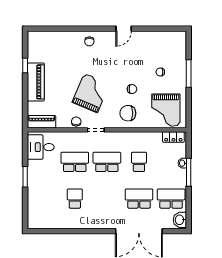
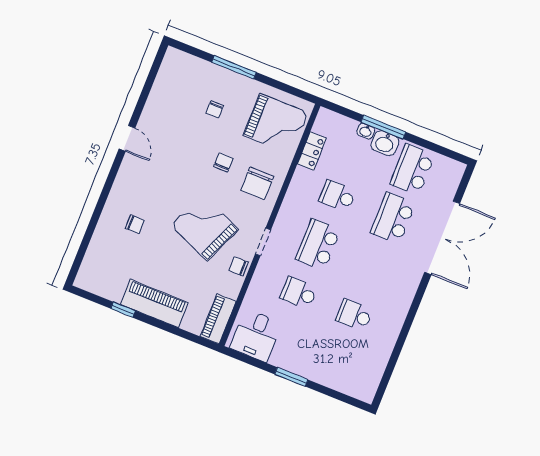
chair: (89, 41) -> (135, 224), moved
locker: (173, 137) -> (312, 151), moved
school desk: (75, 162) -> (299, 293), width x0.54
washbasin: (180, 220) -> (385, 143), moved

